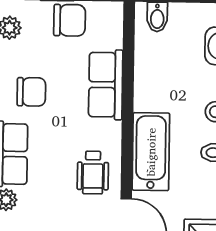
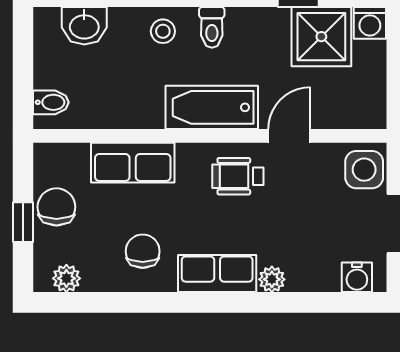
wheelchair: (93, 173) -> (238, 176), turned 180

